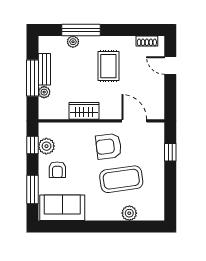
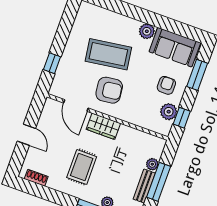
door: (170, 65) -> (26, 135), moved
wardrobe: (84, 111) -> (103, 126), moved
plant: (129, 213) -> (147, 31), moved

